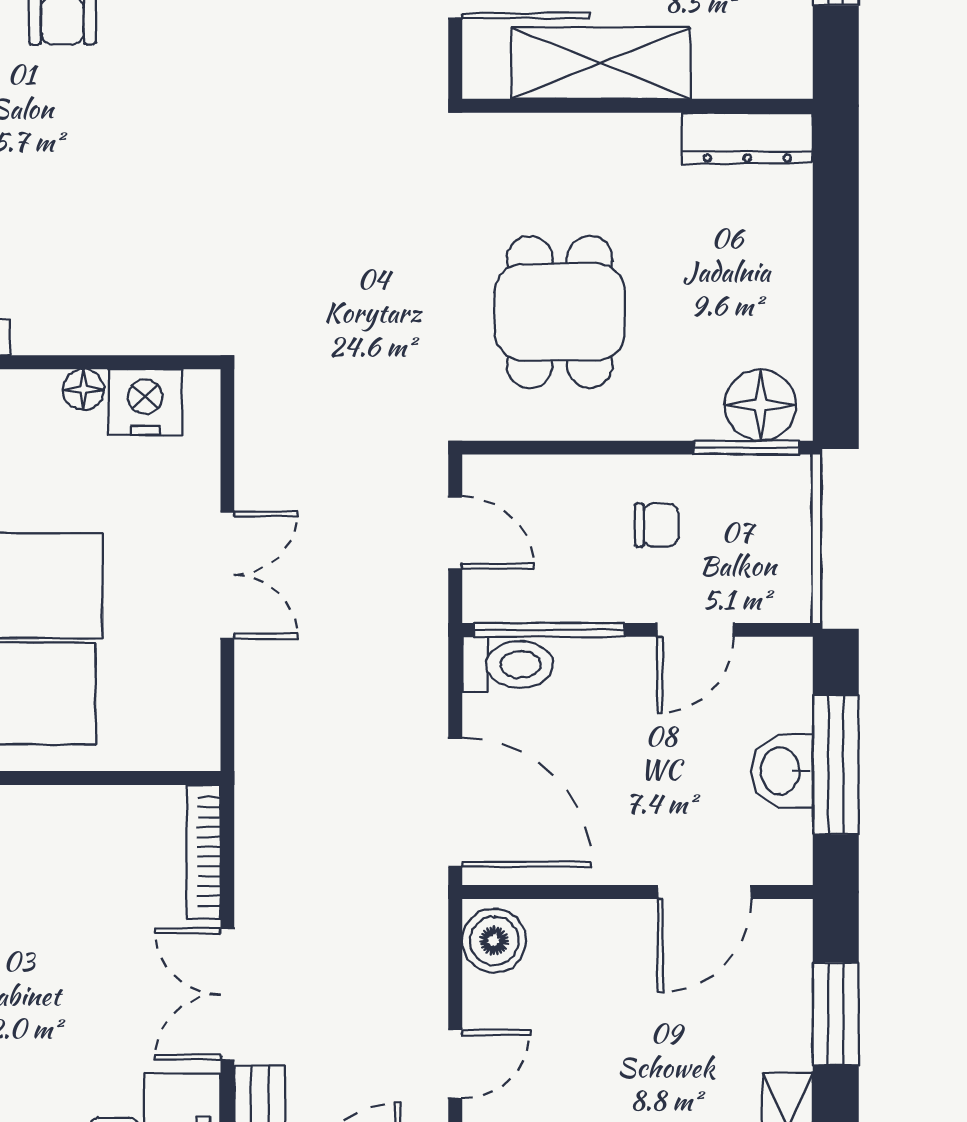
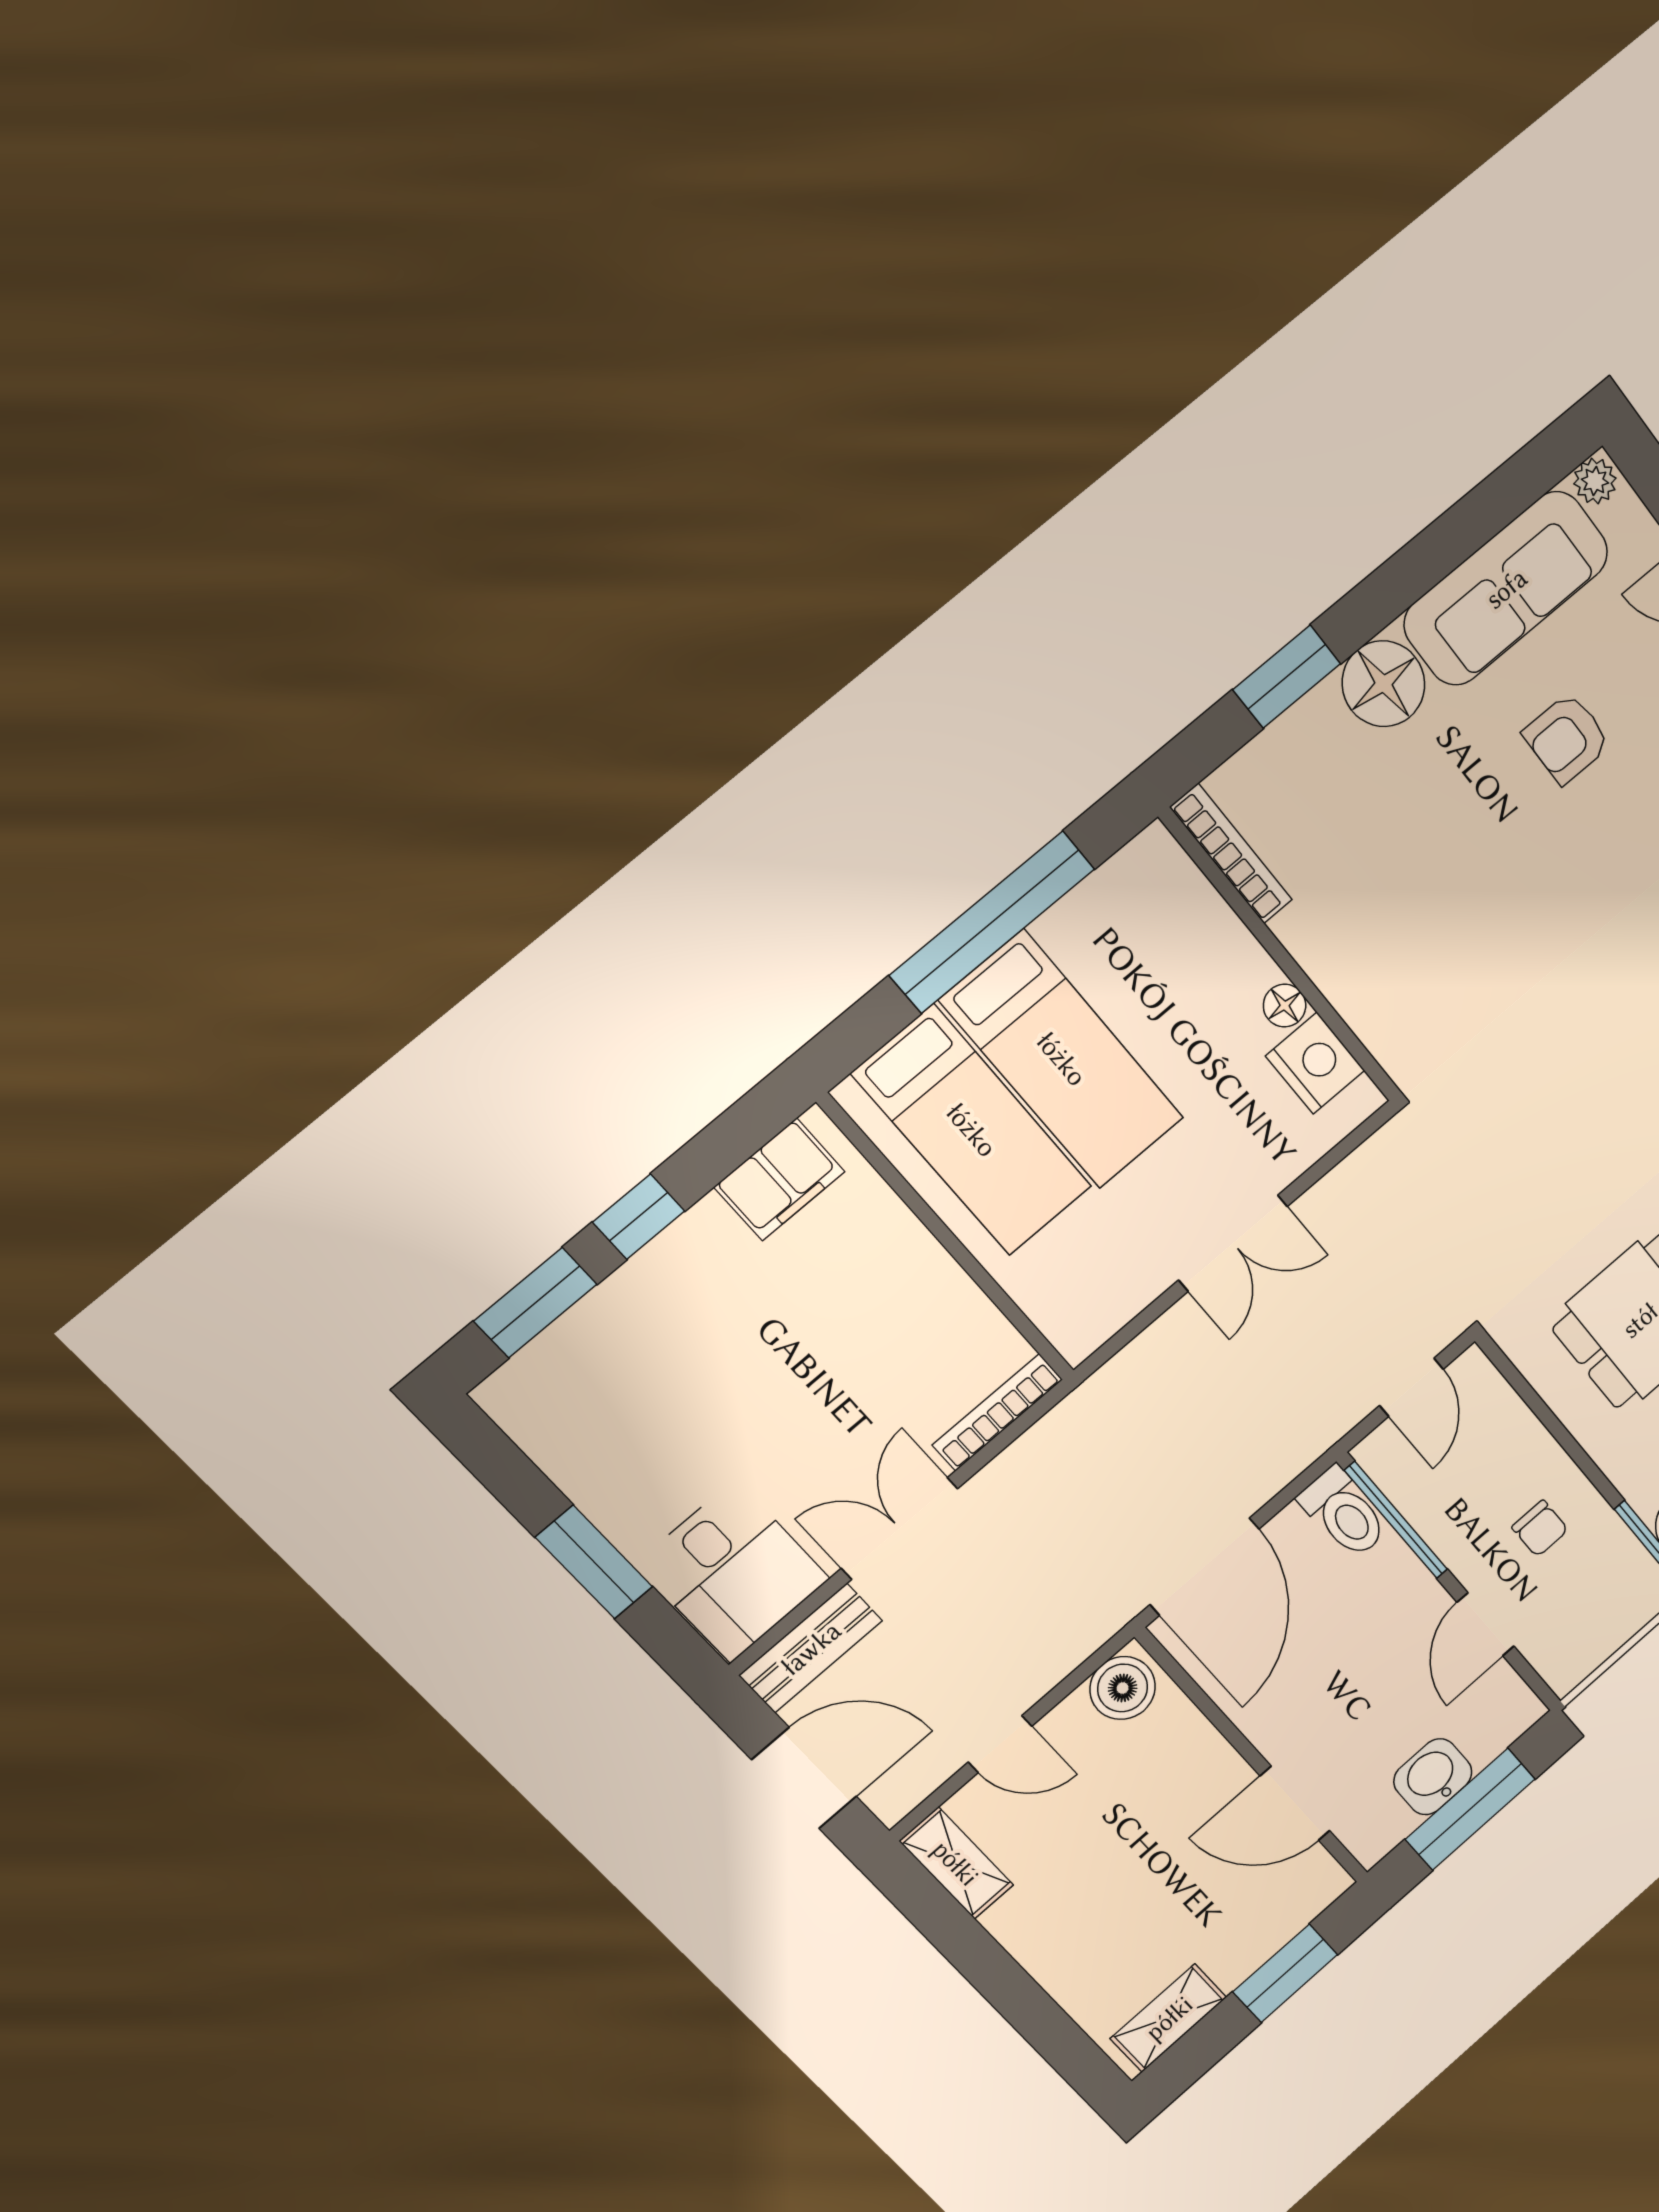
door: (695, 630) -> (1485, 1624), hinge flipped

